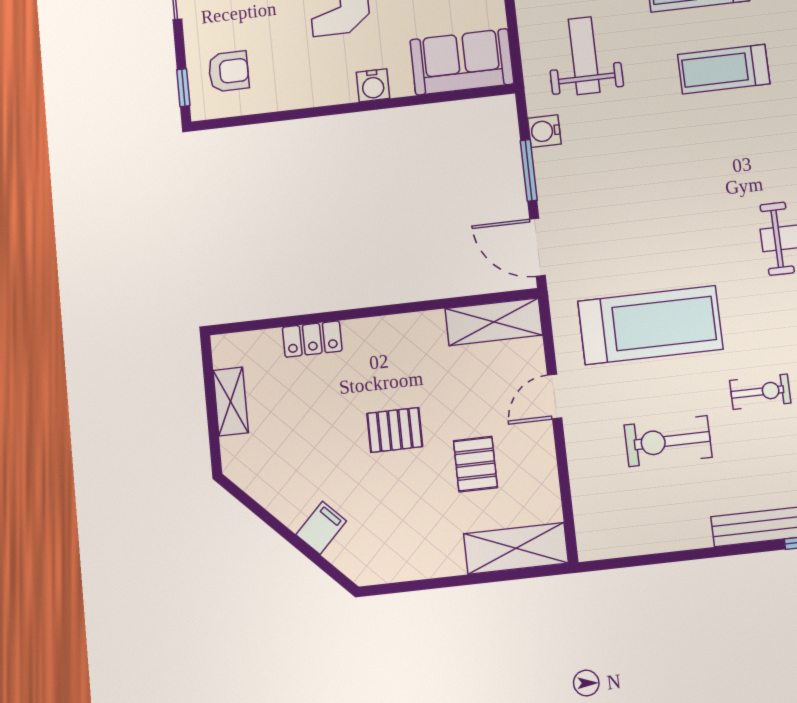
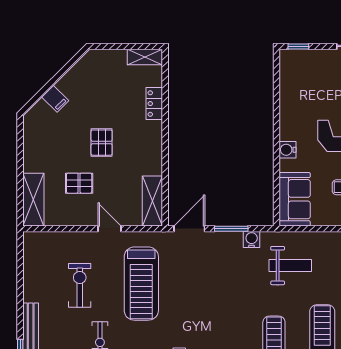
armchair: (229, 71) -> (304, 72), removed
shelving: (231, 402) -> (145, 57), moved

